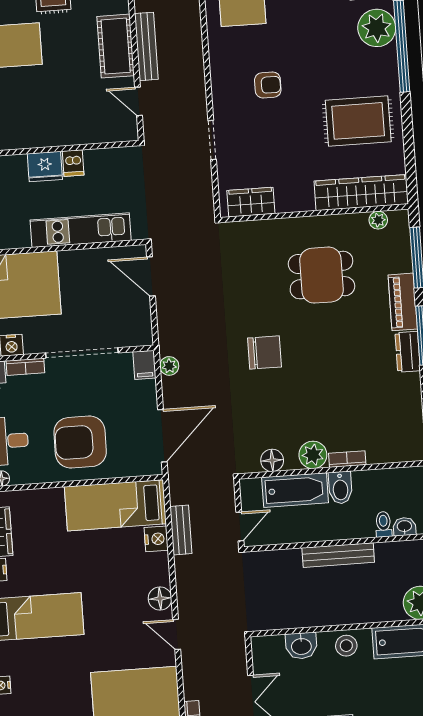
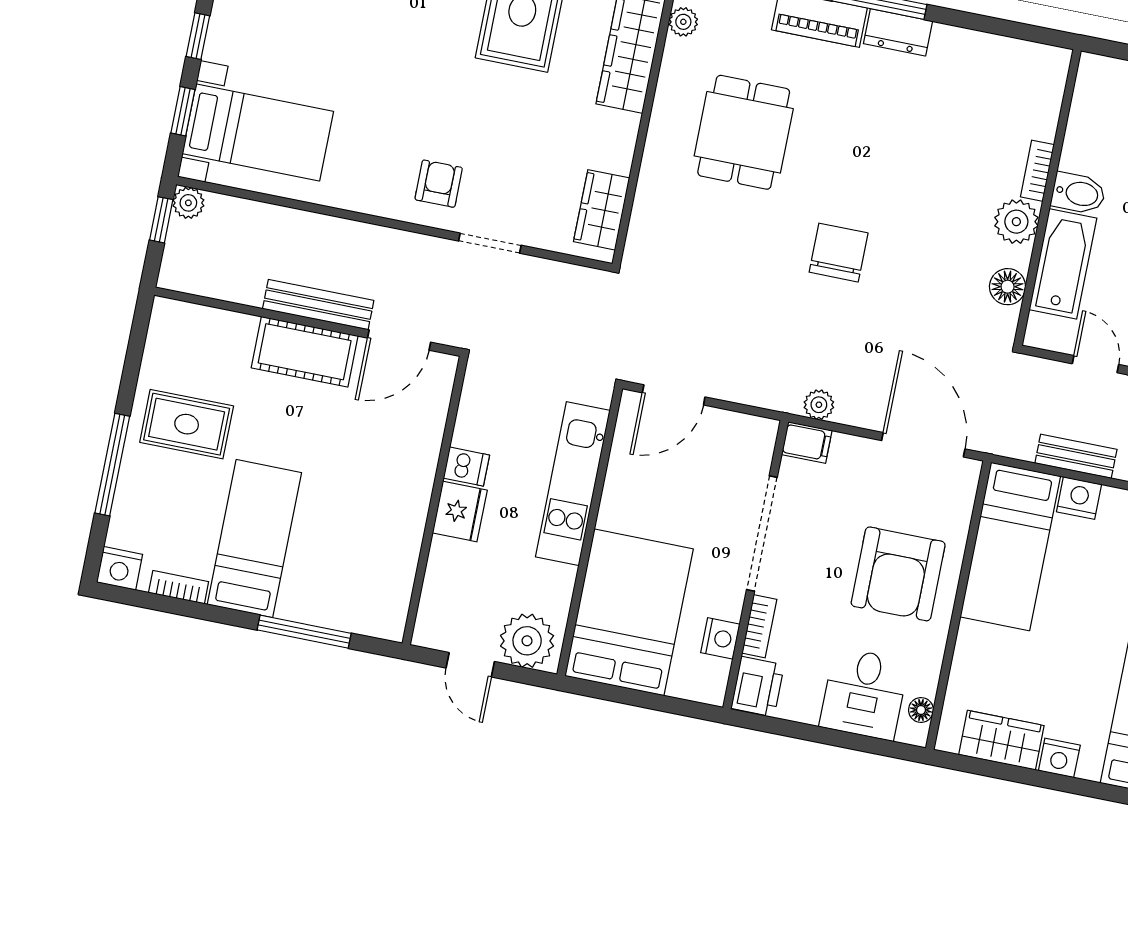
armchair: (268, 85) -> (439, 184), moved
door: (138, 101) -> (399, 340), width x1.38

